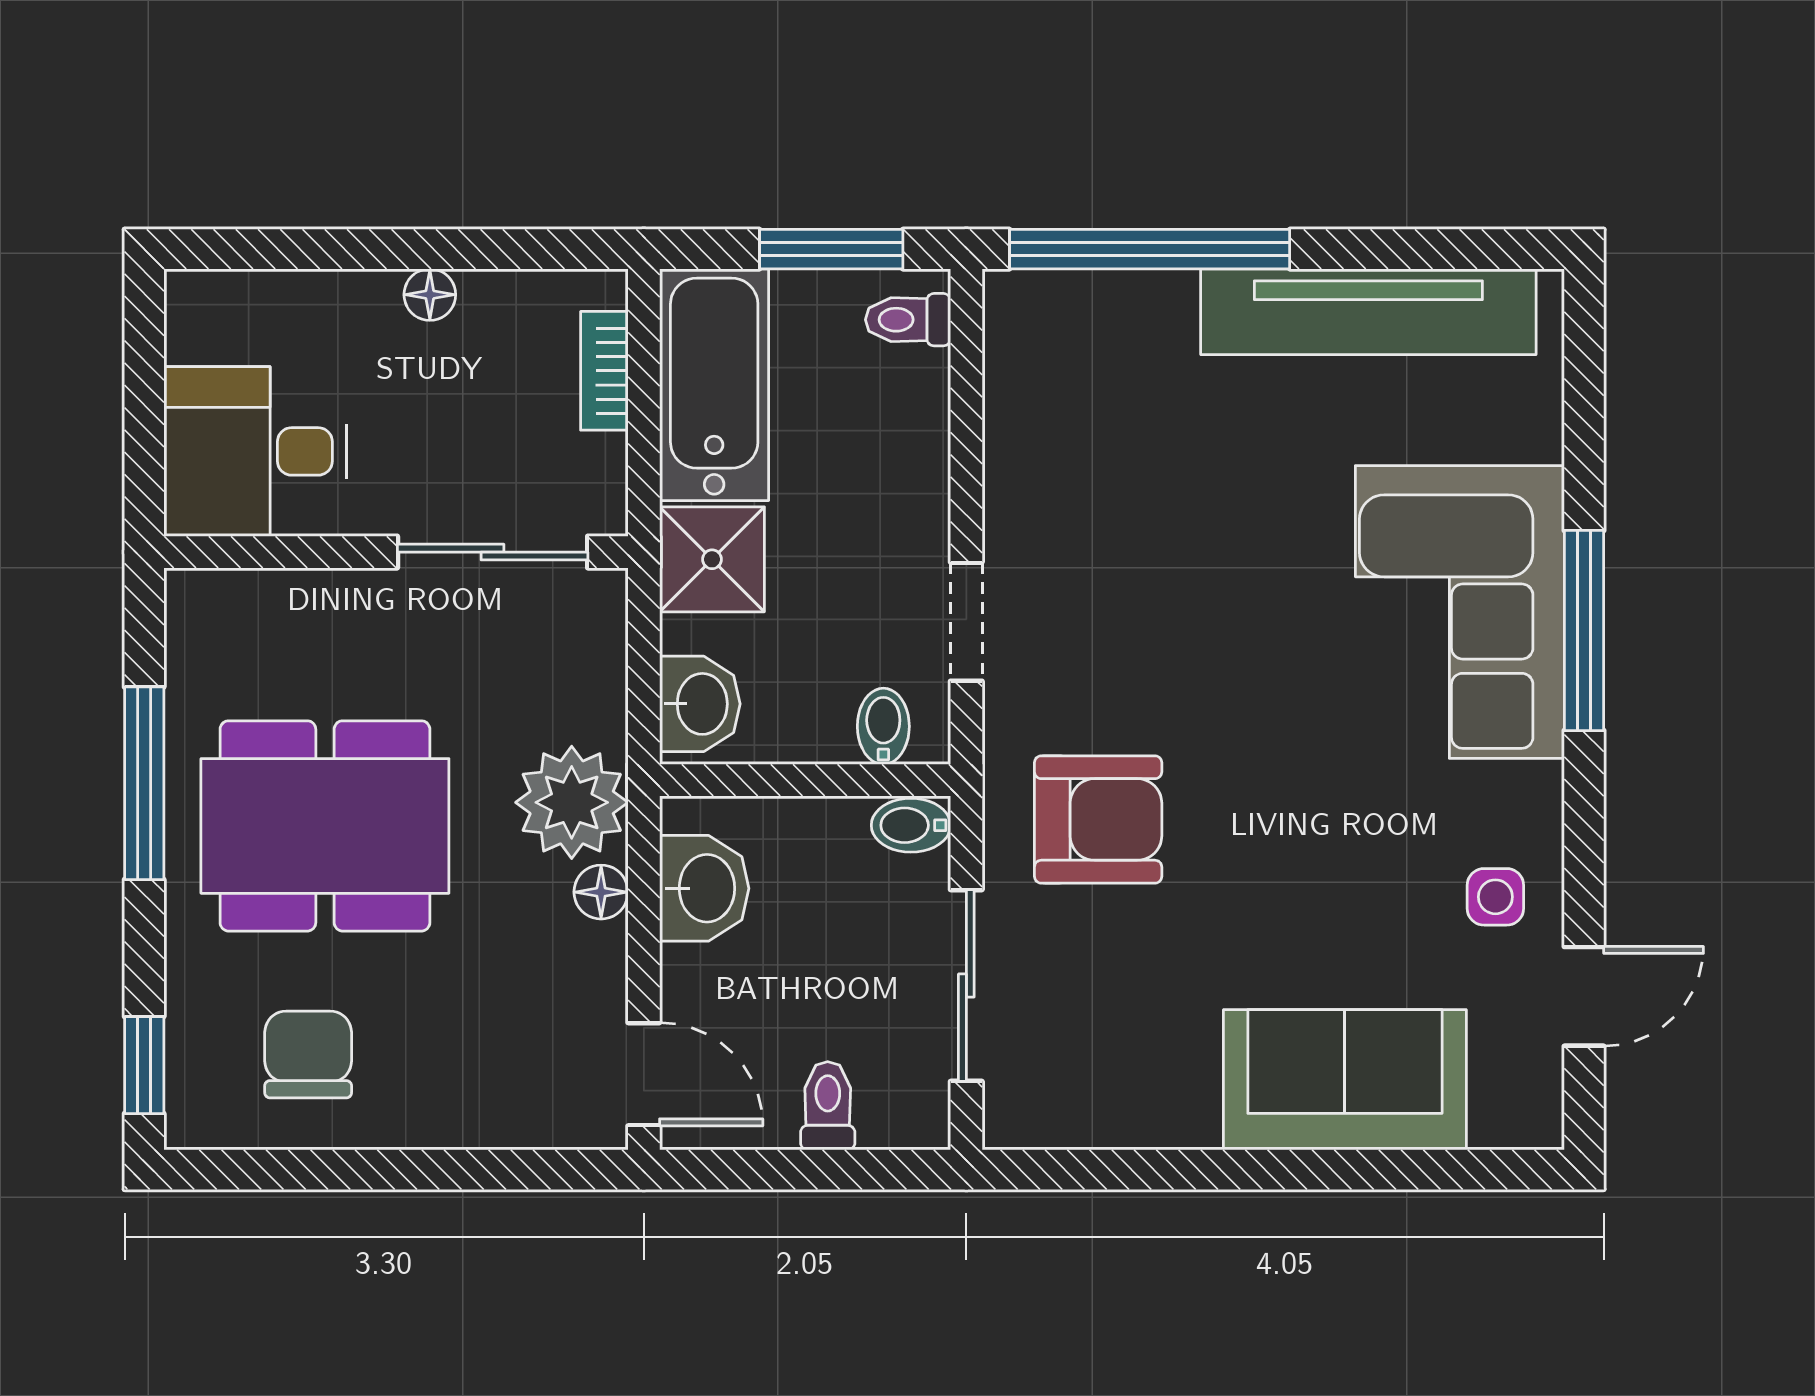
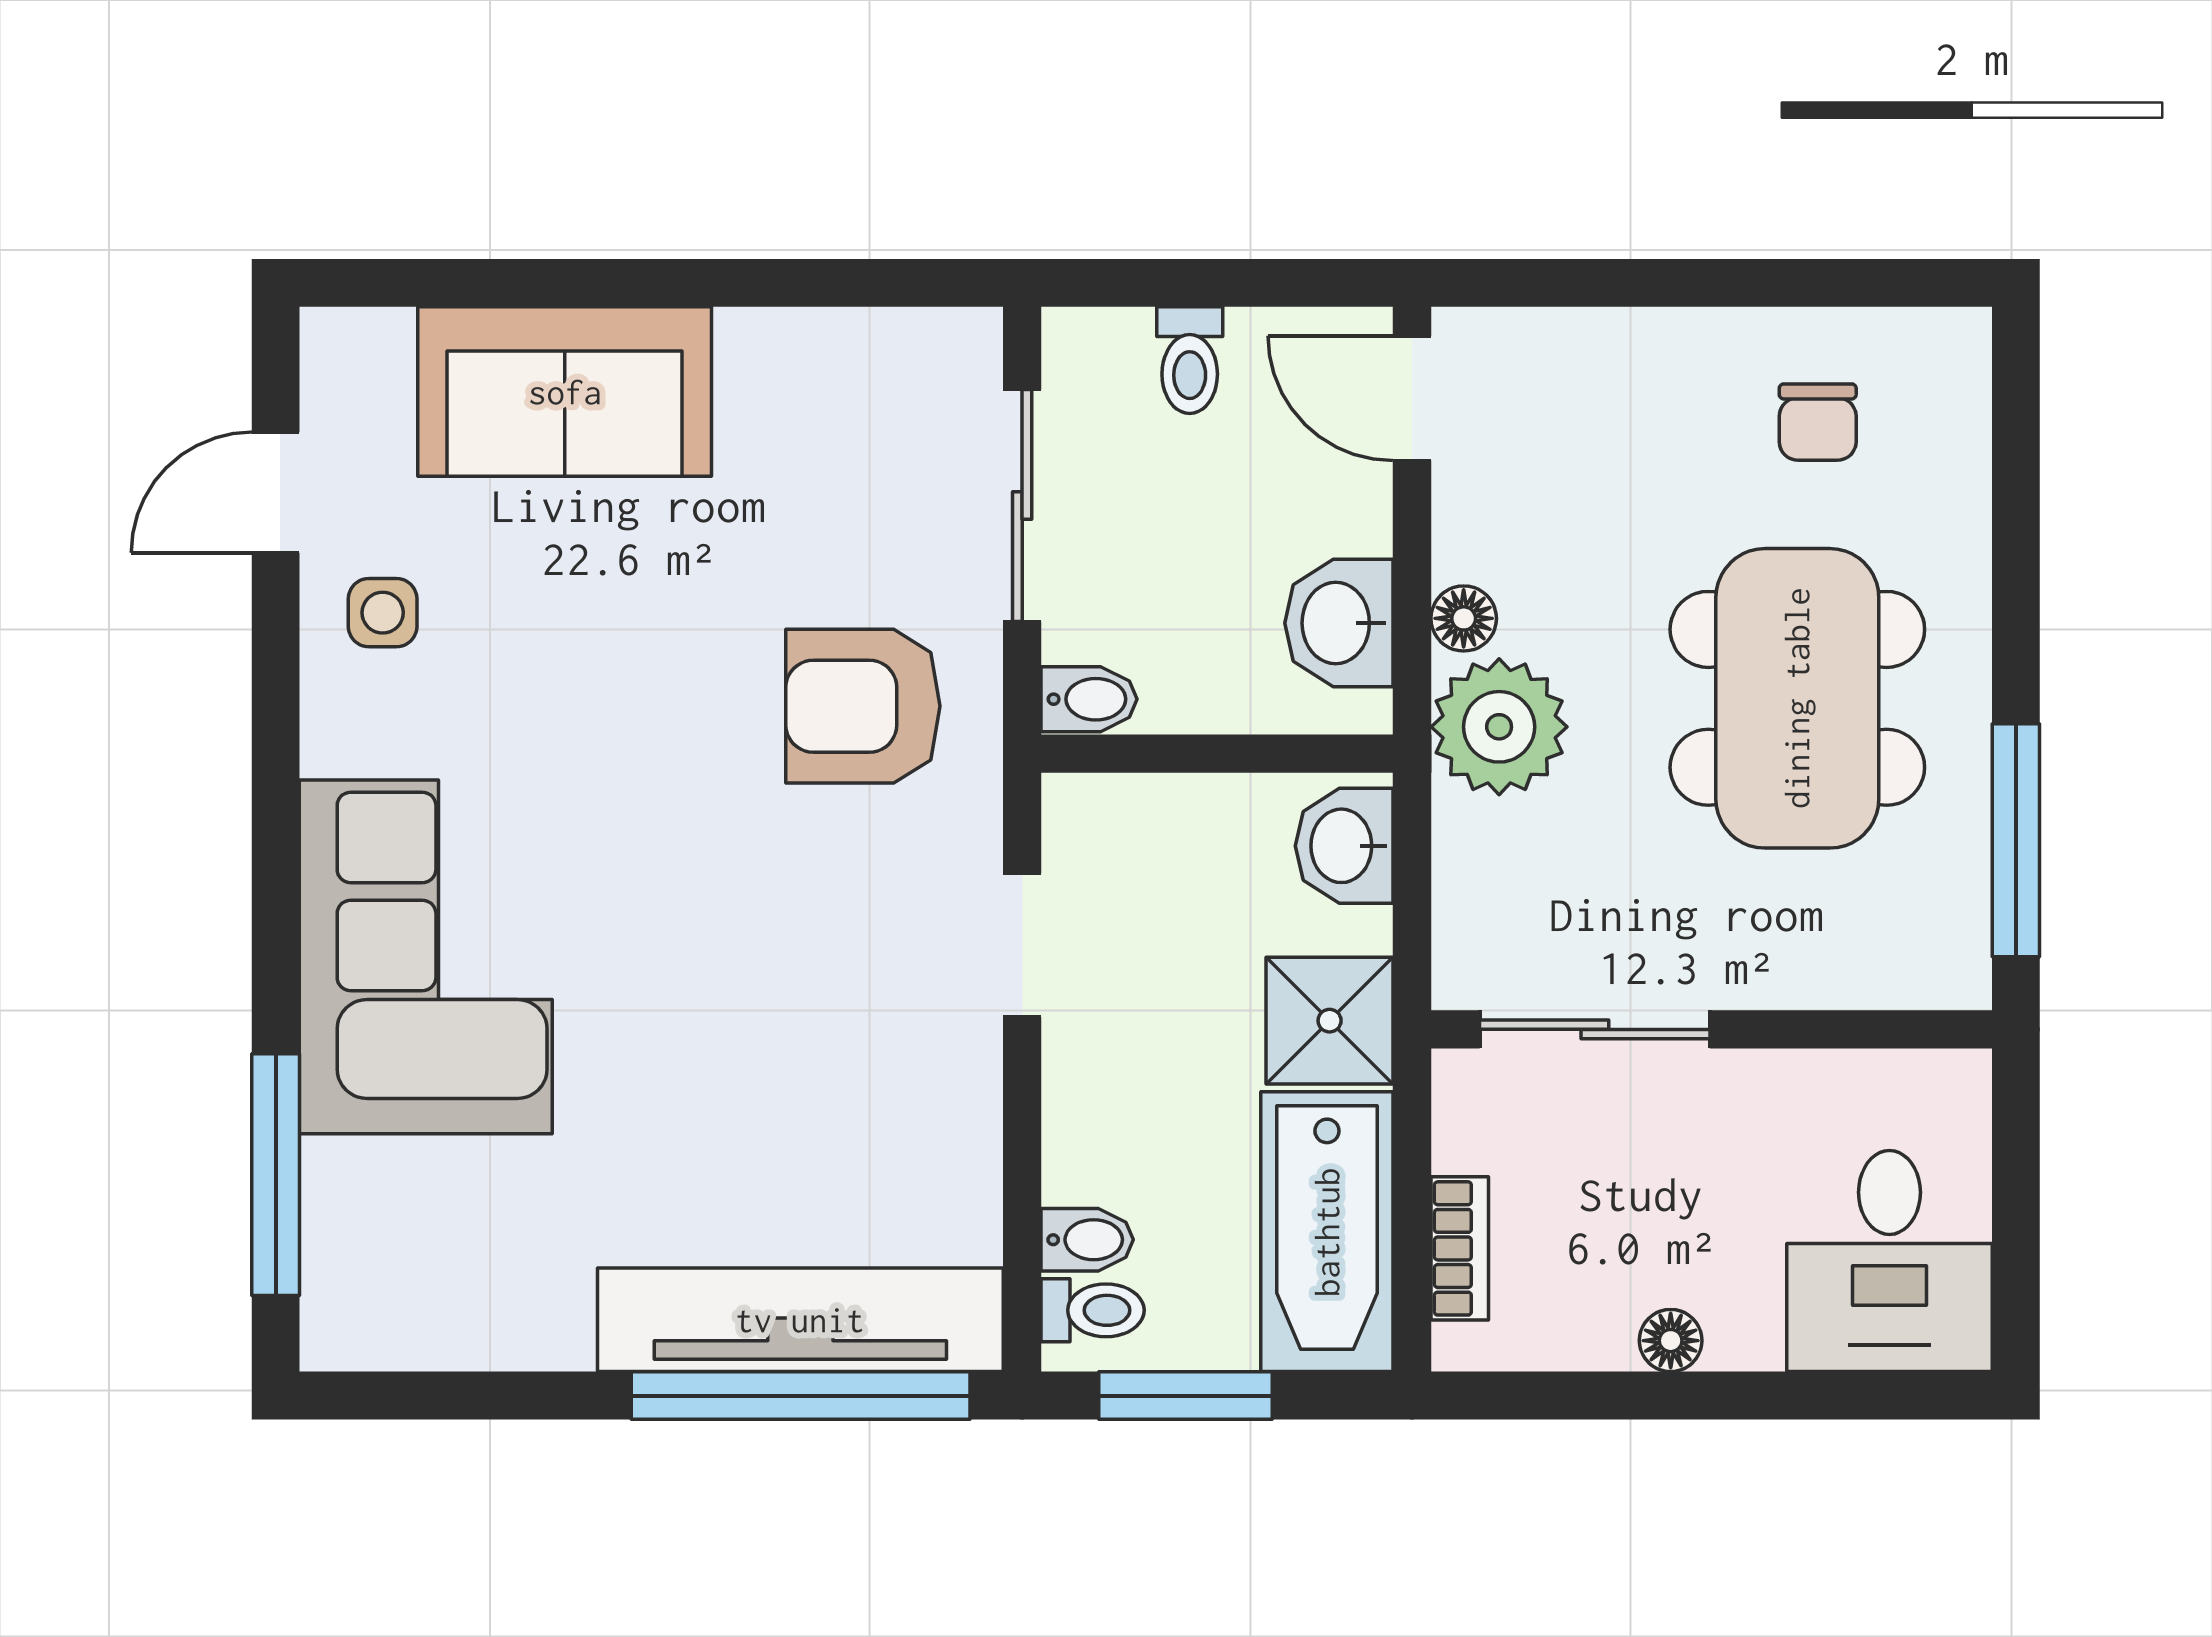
tv unit: (1368, 312) -> (800, 1320), moved
desk: (255, 451) -> (1889, 1261), moved, turned 90
window: (1584, 630) -> (276, 1175), moved
bidet: (883, 726) -> (1087, 1240), moved, turned -90
window: (144, 783) -> (2016, 840), moved
dining table: (325, 826) -> (1797, 698), turned 90
chair: (308, 1054) -> (1818, 422), width x0.73, depth x0.73
window: (144, 1065) -> (2016, 409), removed

